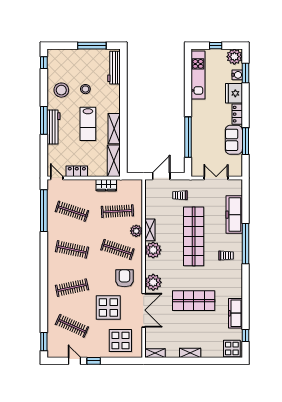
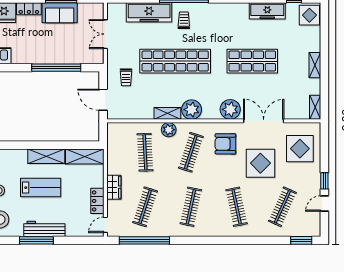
wardrobe: (106, 185) -> (114, 187), moved
trolley: (226, 256) -> (184, 20), moved
shop shelf: (194, 301) -> (252, 61), turned 90

